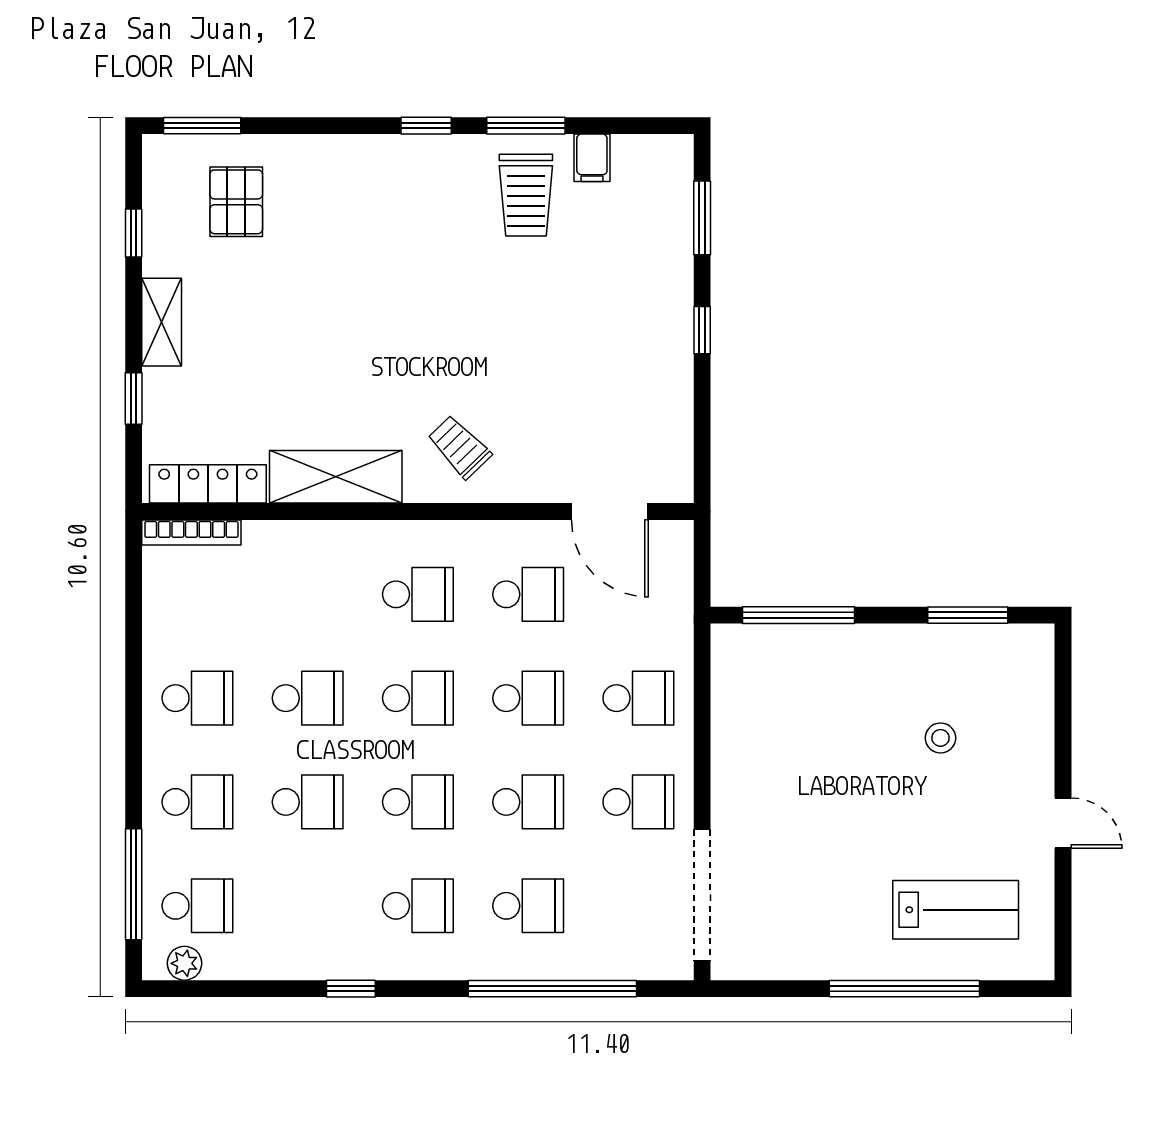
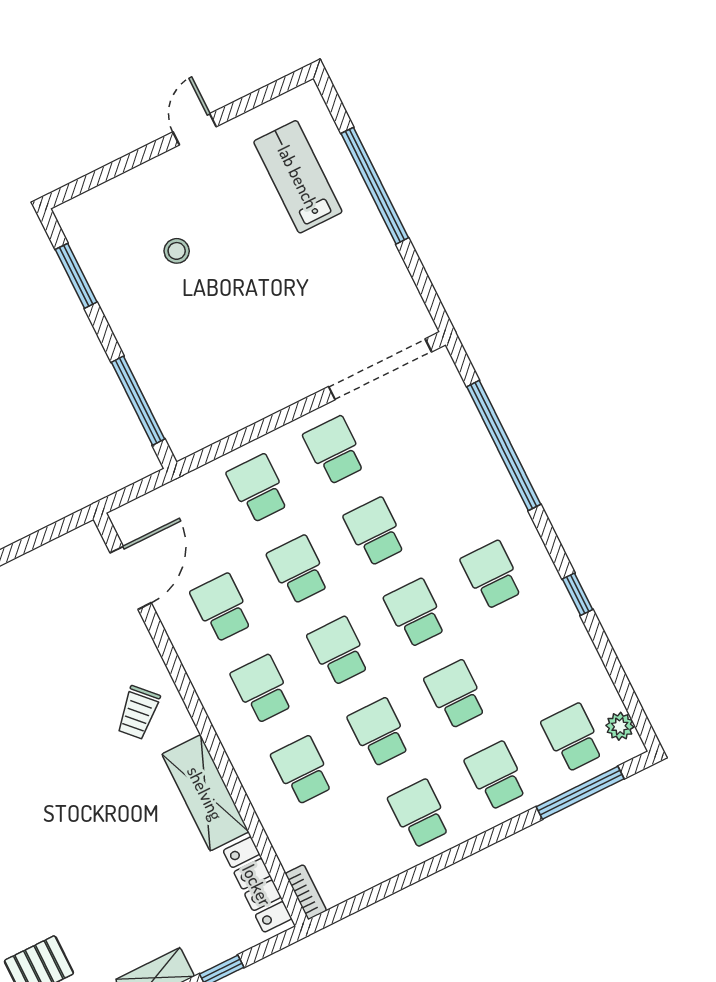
bookcase: (191, 532) -> (306, 892), width x0.64
school desk: (528, 906) -> (302, 771), moved

